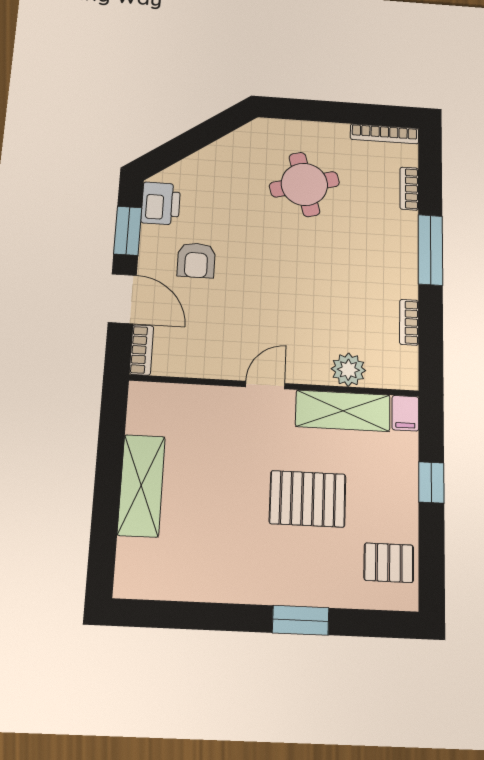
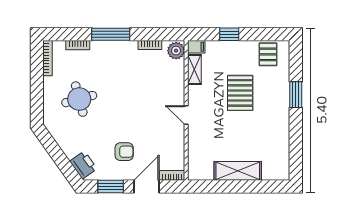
printer: (161, 203) -> (83, 165), moved, turned 55
plant: (348, 370) -> (176, 51), moved
shelving: (343, 411) -> (194, 70), width x0.67, depth x0.75

